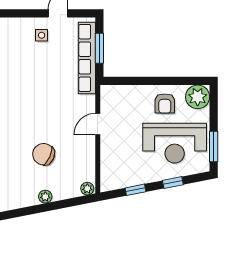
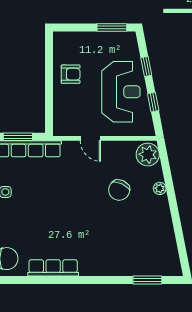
plant: (198, 97) -> (64, 43), removed
reception desk: (175, 143) -> (121, 92), moved
plant: (87, 189) -> (148, 155), width x1.88, depth x1.88

